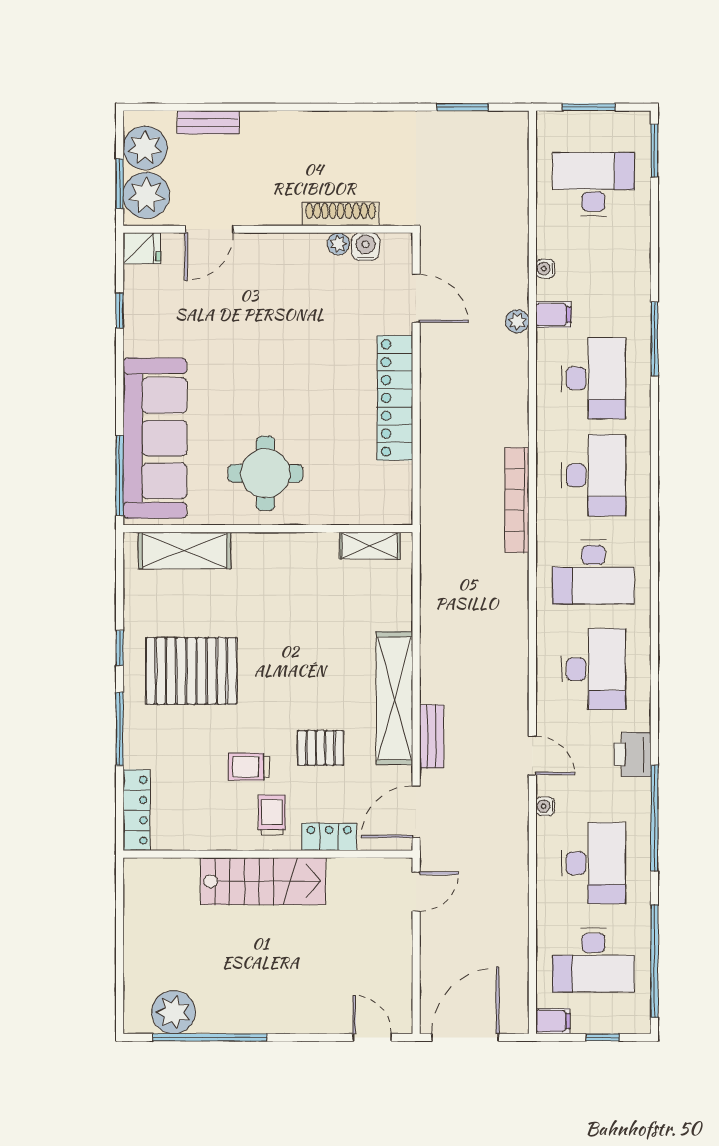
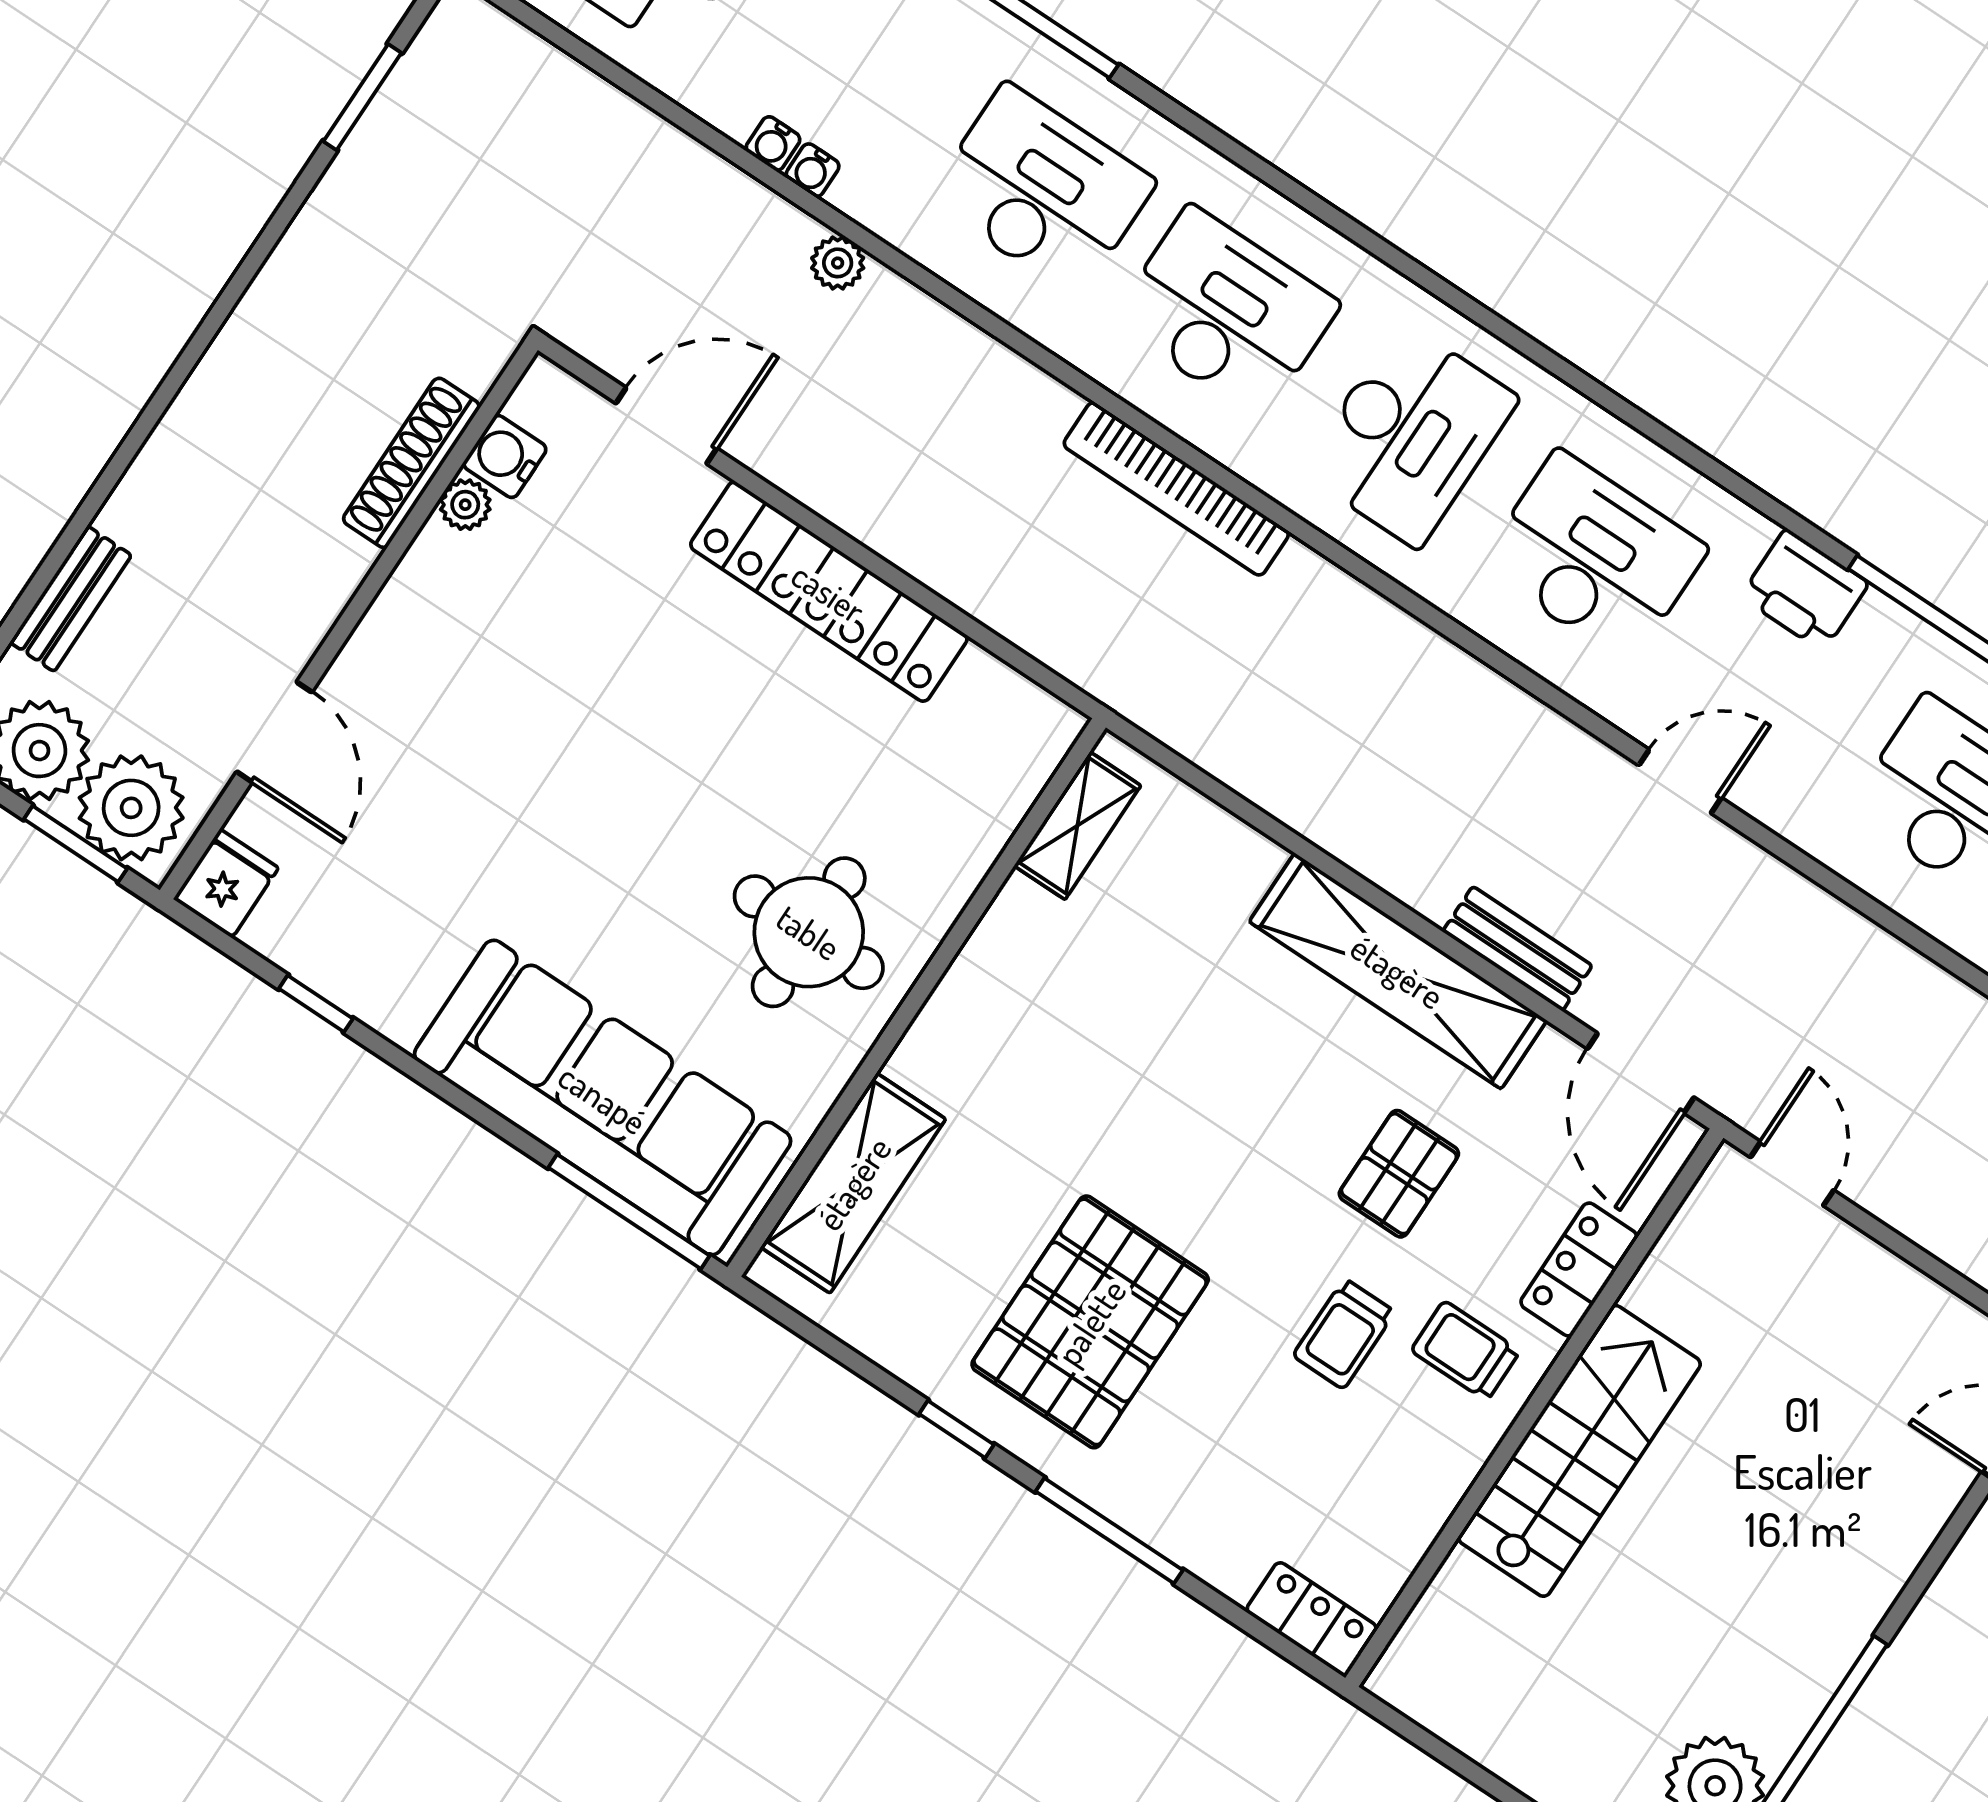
filing cabinet: (553, 315) -> (871, 186), removed
water cooler: (545, 806) -> (813, 170), moved
locker: (137, 810) -> (1312, 1619), width x0.66

